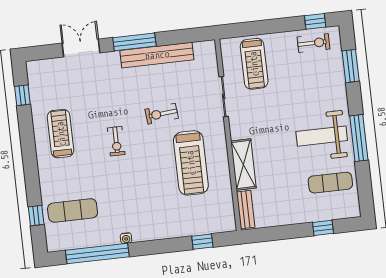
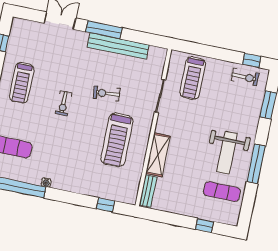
treadmill: (61, 134) -> (22, 83), turned 180
weight bench: (322, 136) -> (227, 153), turned -90

